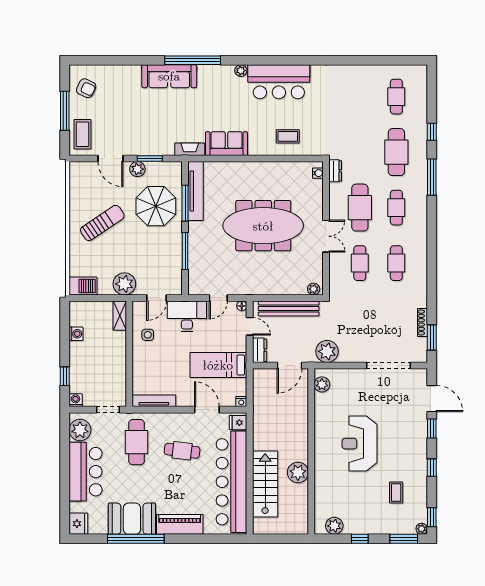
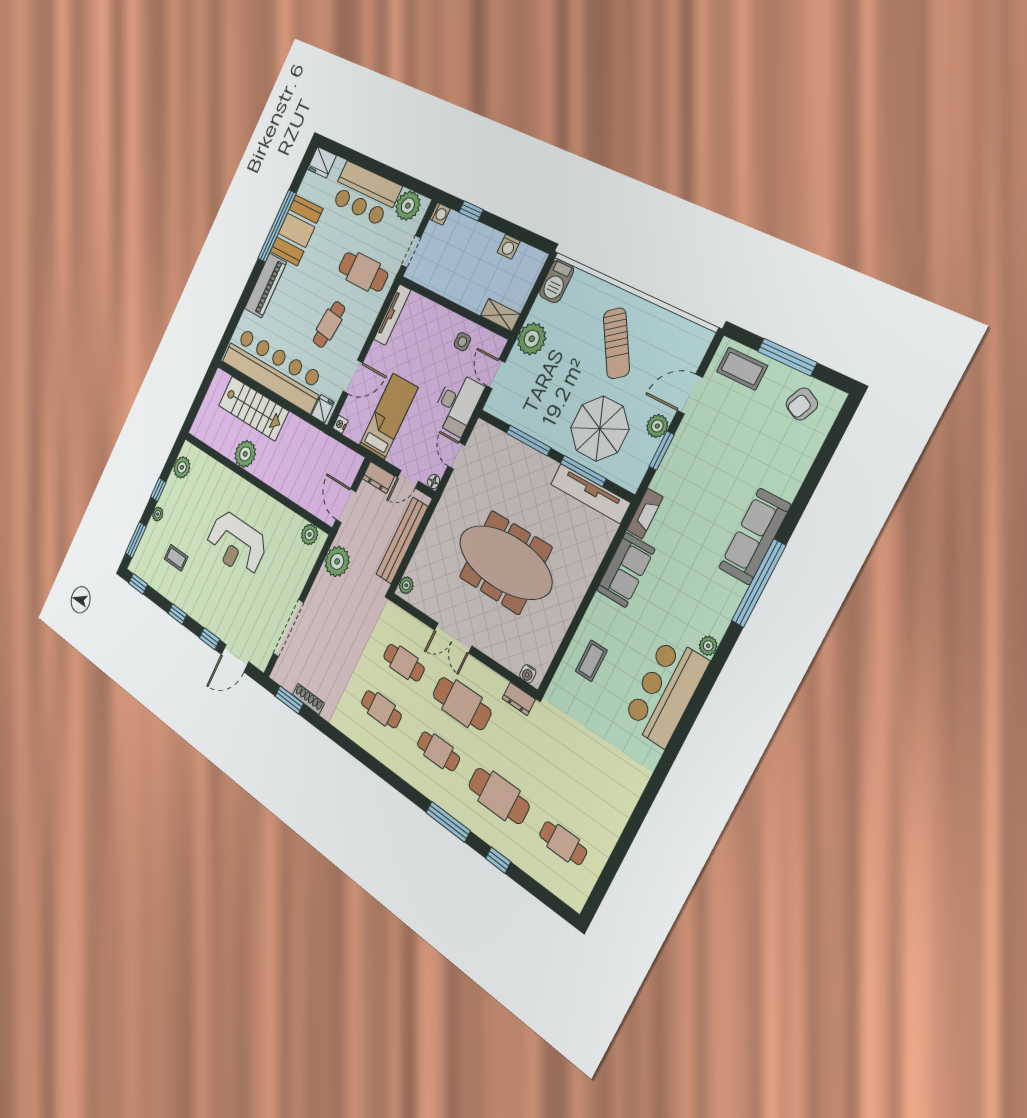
meeting table: (263, 226) -> (505, 562), turned 90
reception desk: (360, 444) -> (236, 544), turned 180
plant: (422, 529) -> (158, 514), moved

